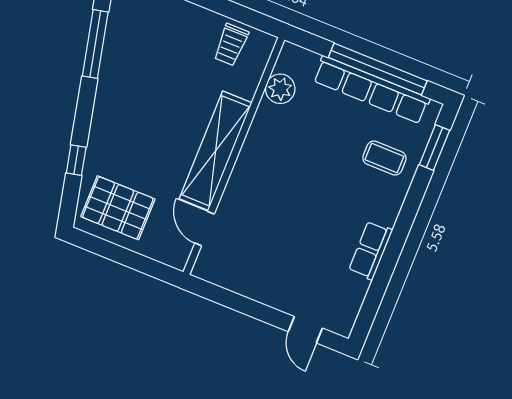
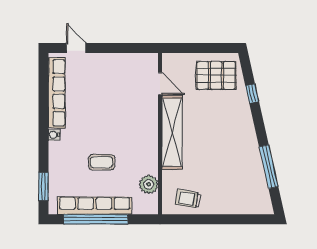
trolley: (231, 45) -> (188, 199), turned -80
coffee table: (384, 158) -> (102, 162), moved
water cooler: (389, 217) -> (54, 135), added
row of seats: (371, 250) -> (57, 93), width x2.02

